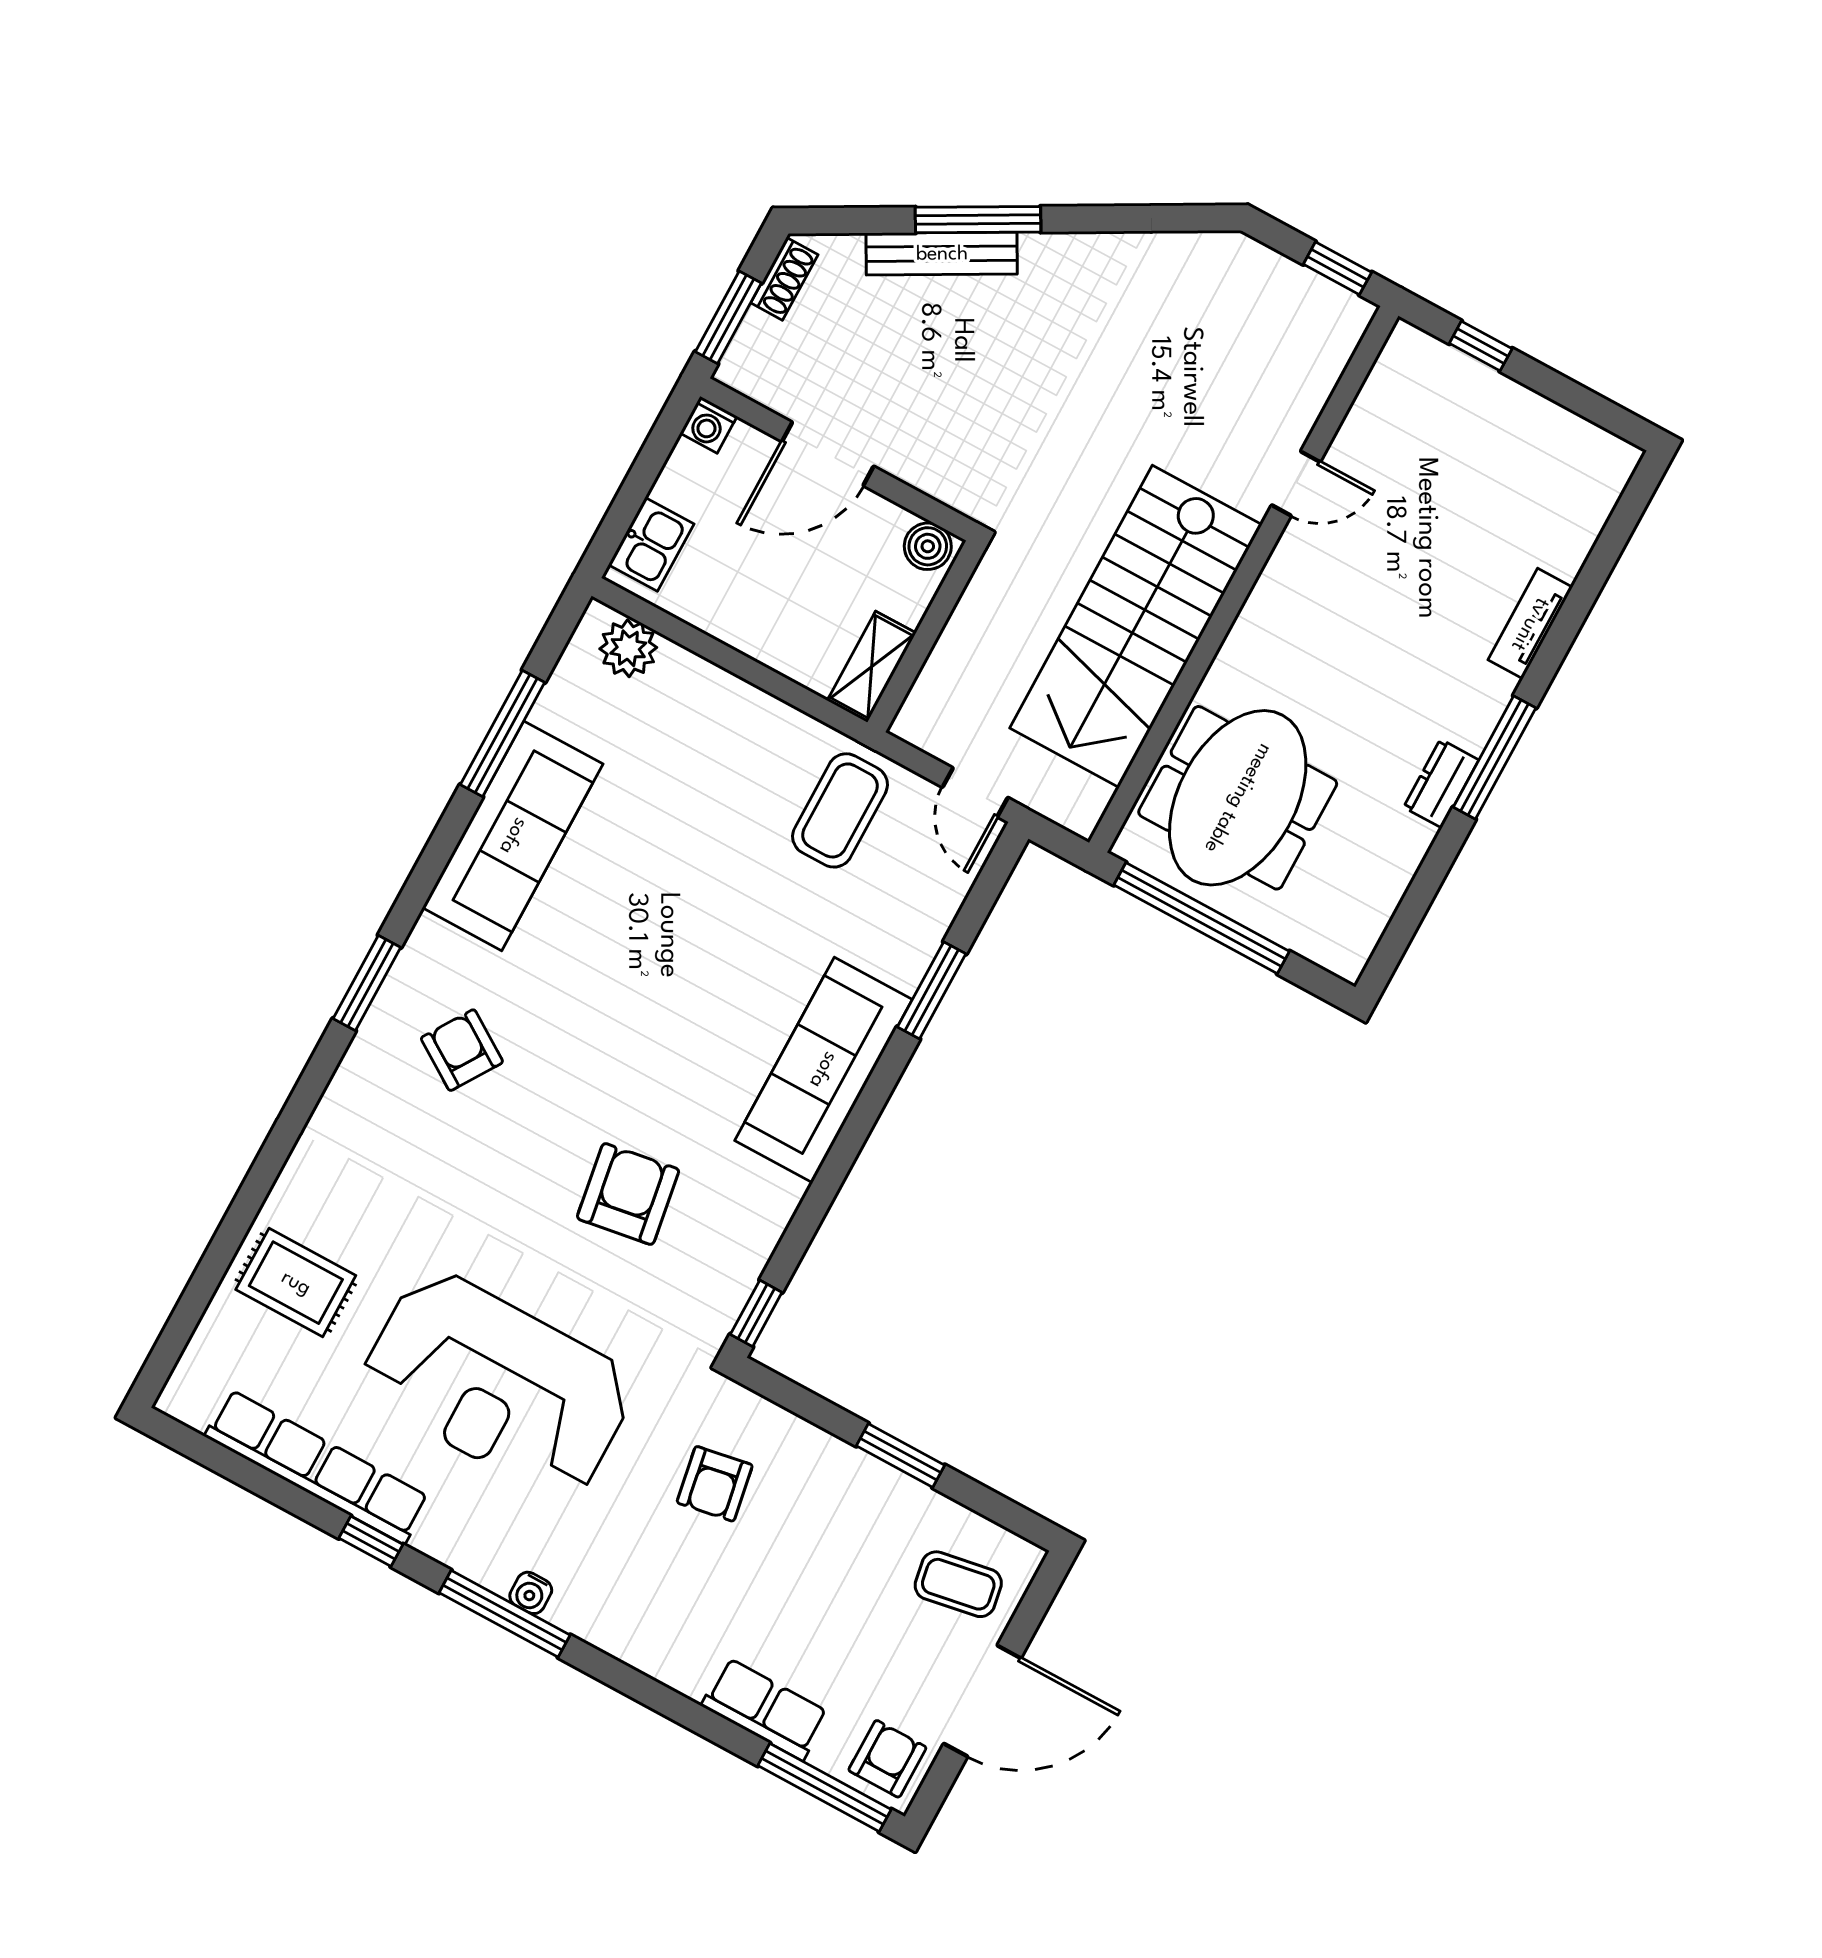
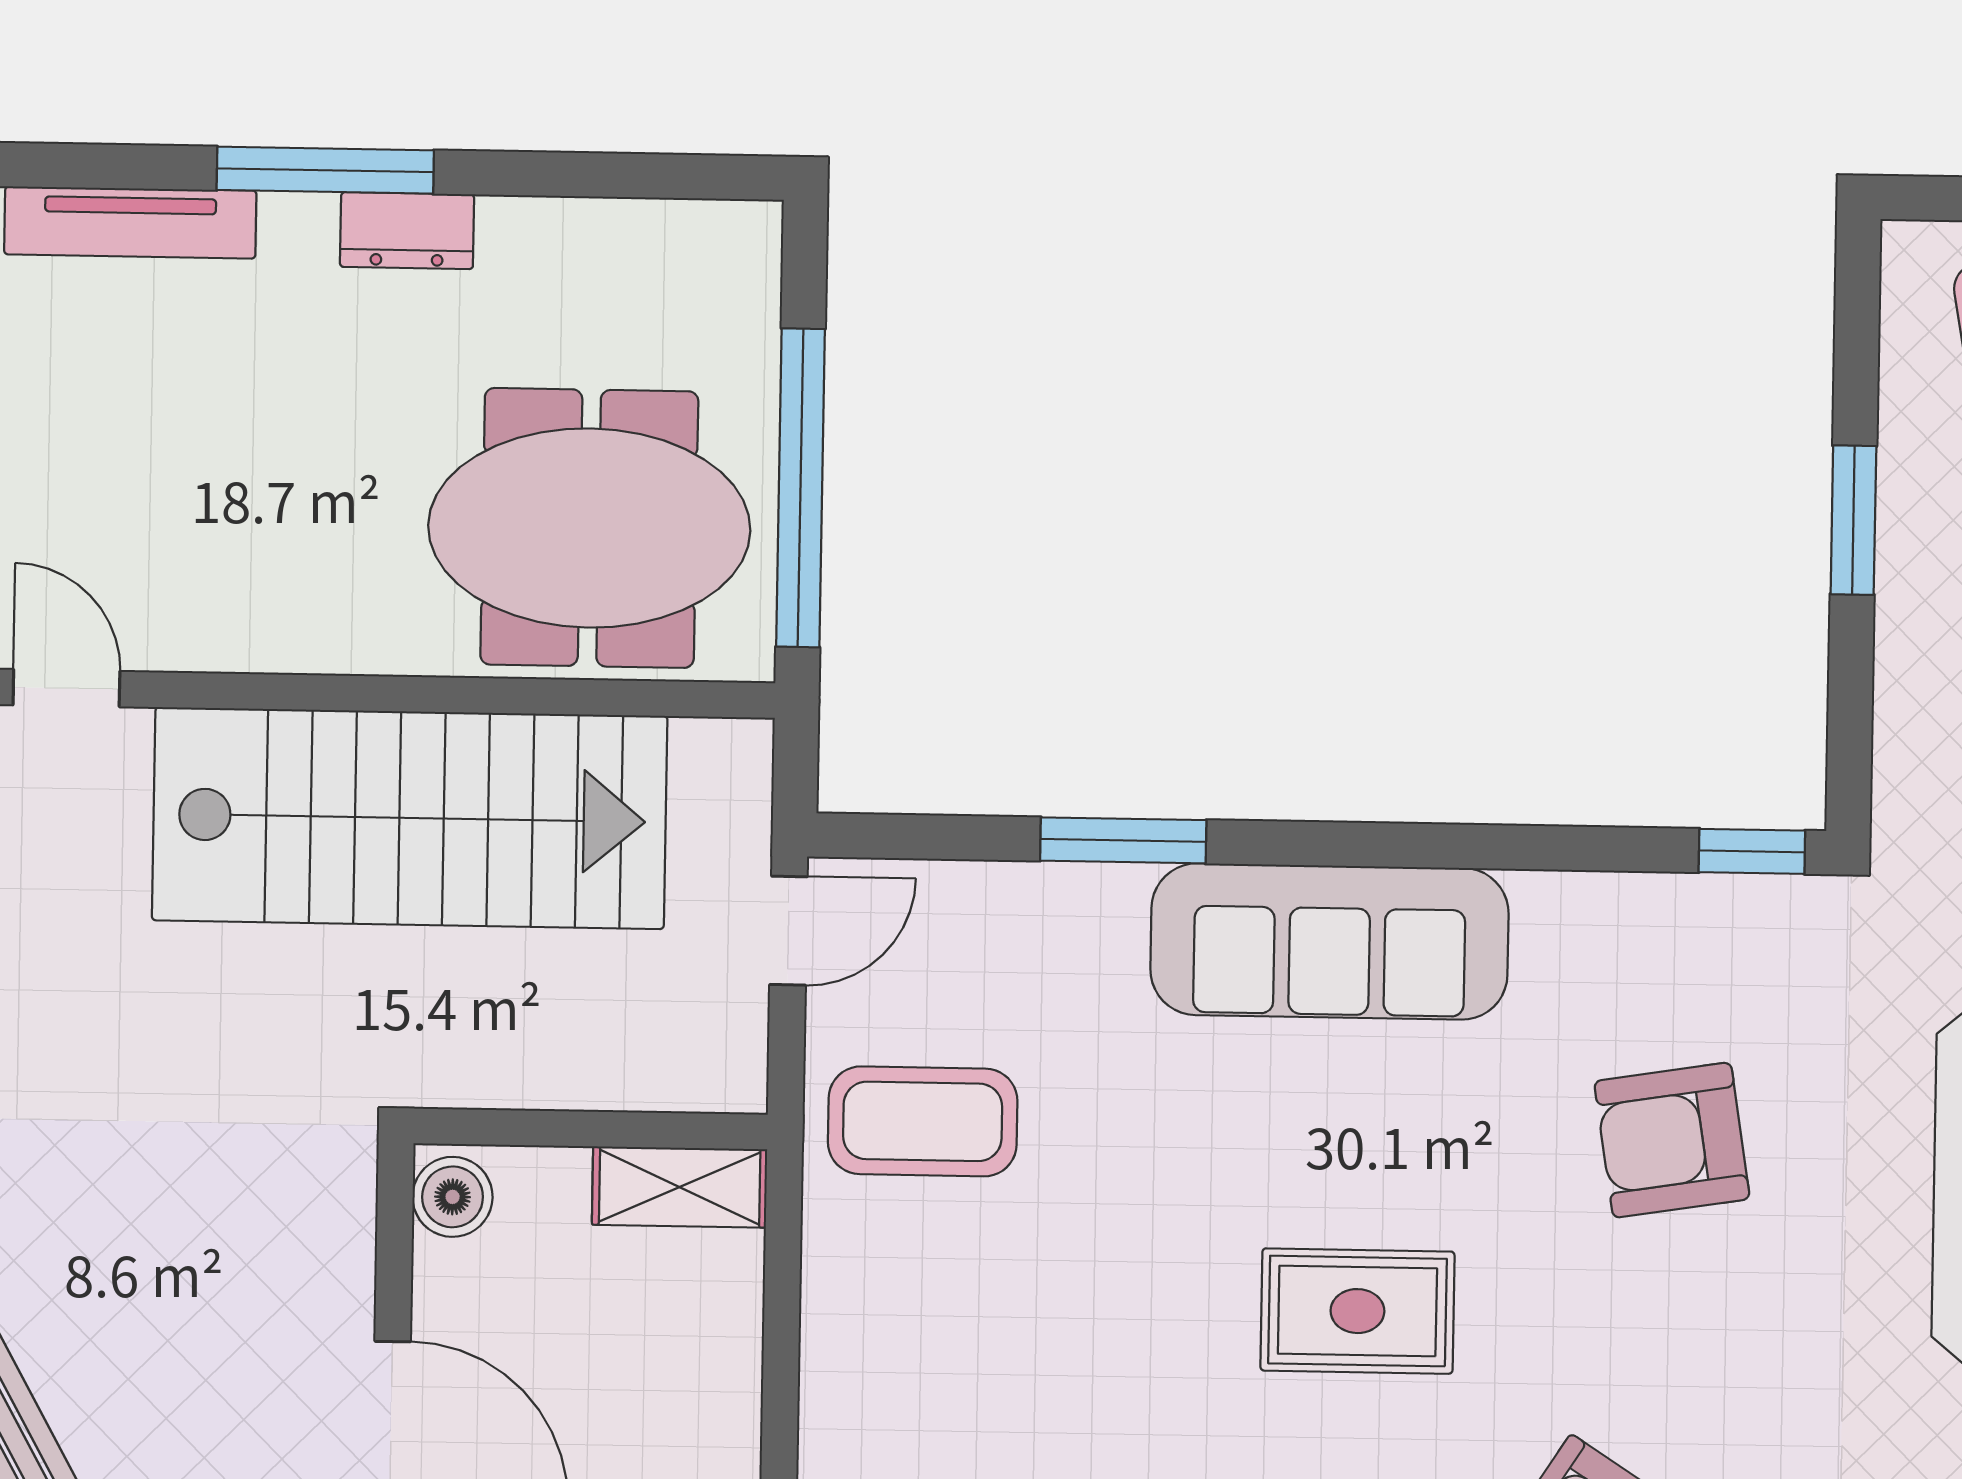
tv unit: (1530, 624) -> (130, 222), width x1.41
rug: (624, 985) -> (1357, 1311), added

